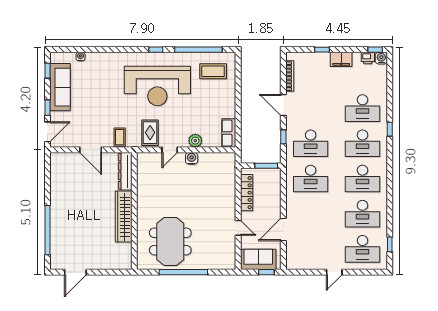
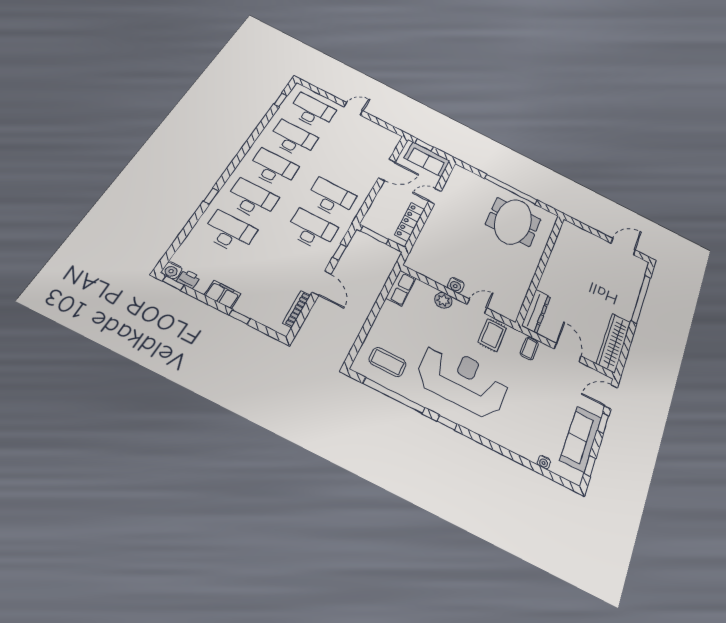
wardrobe: (124, 217) -> (614, 343), moved, turned 180
door: (238, 228) -> (435, 196), hinge flipped

